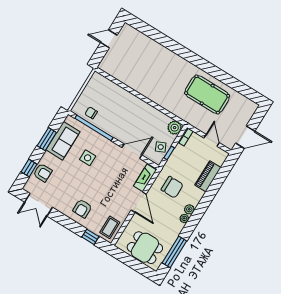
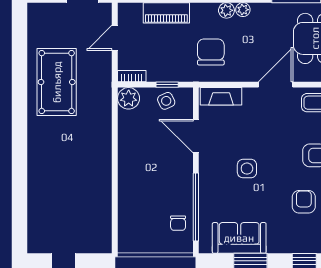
side table: (88, 158) -> (247, 169), moved
armchair: (43, 173) -> (304, 202), moved
door: (139, 202) -> (276, 85), moved

